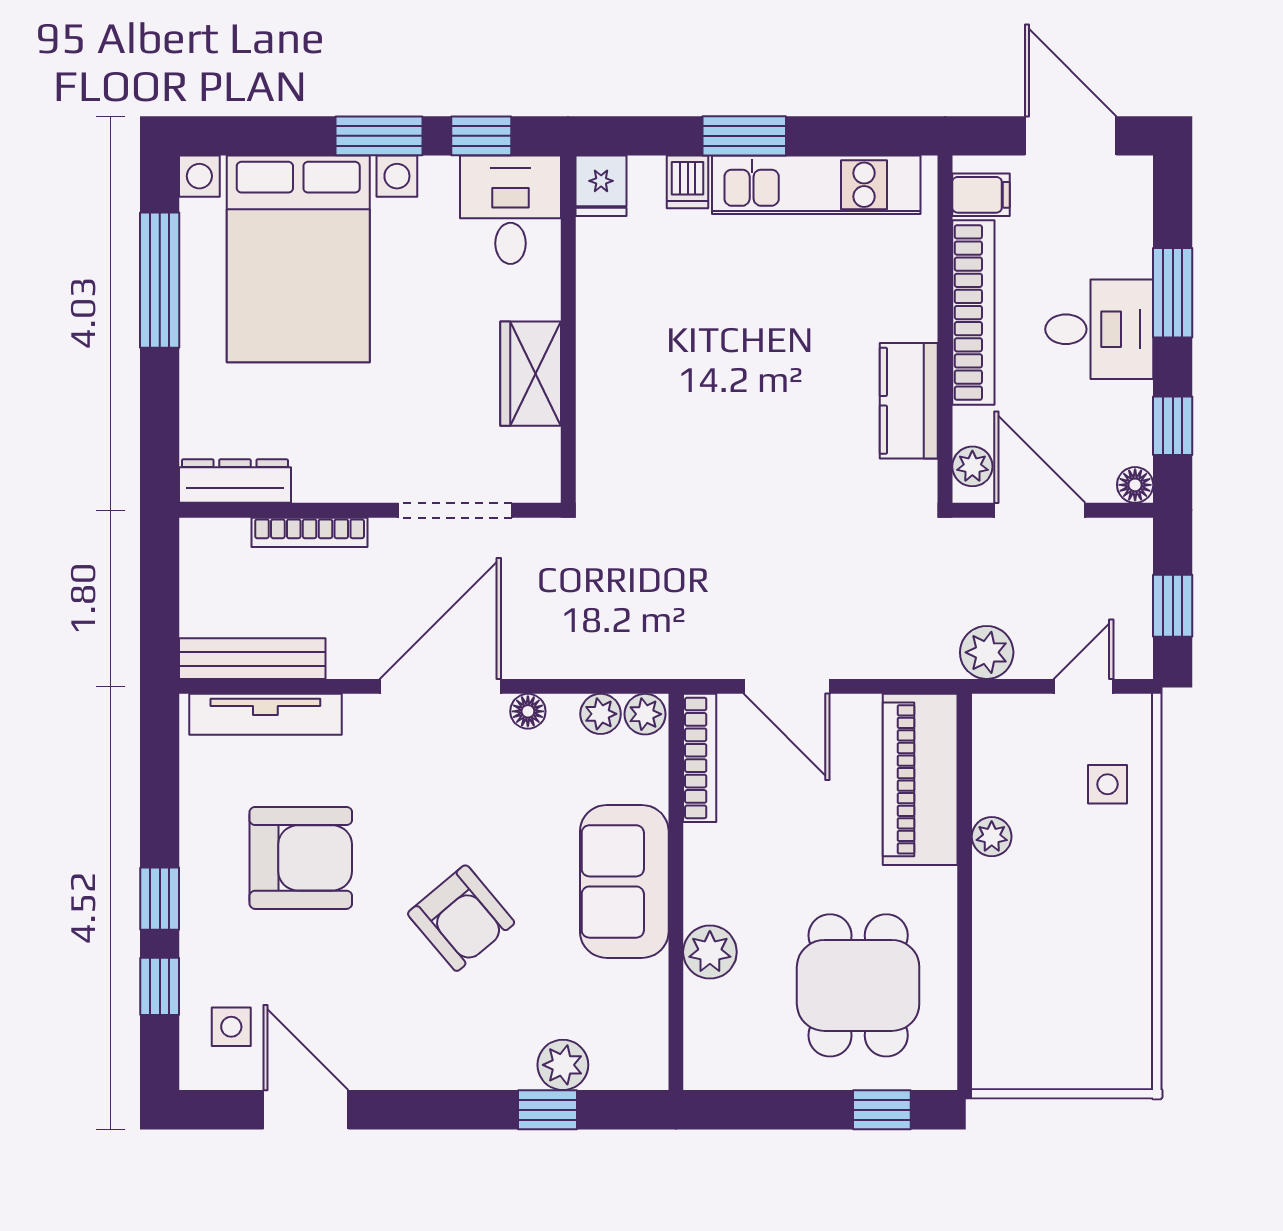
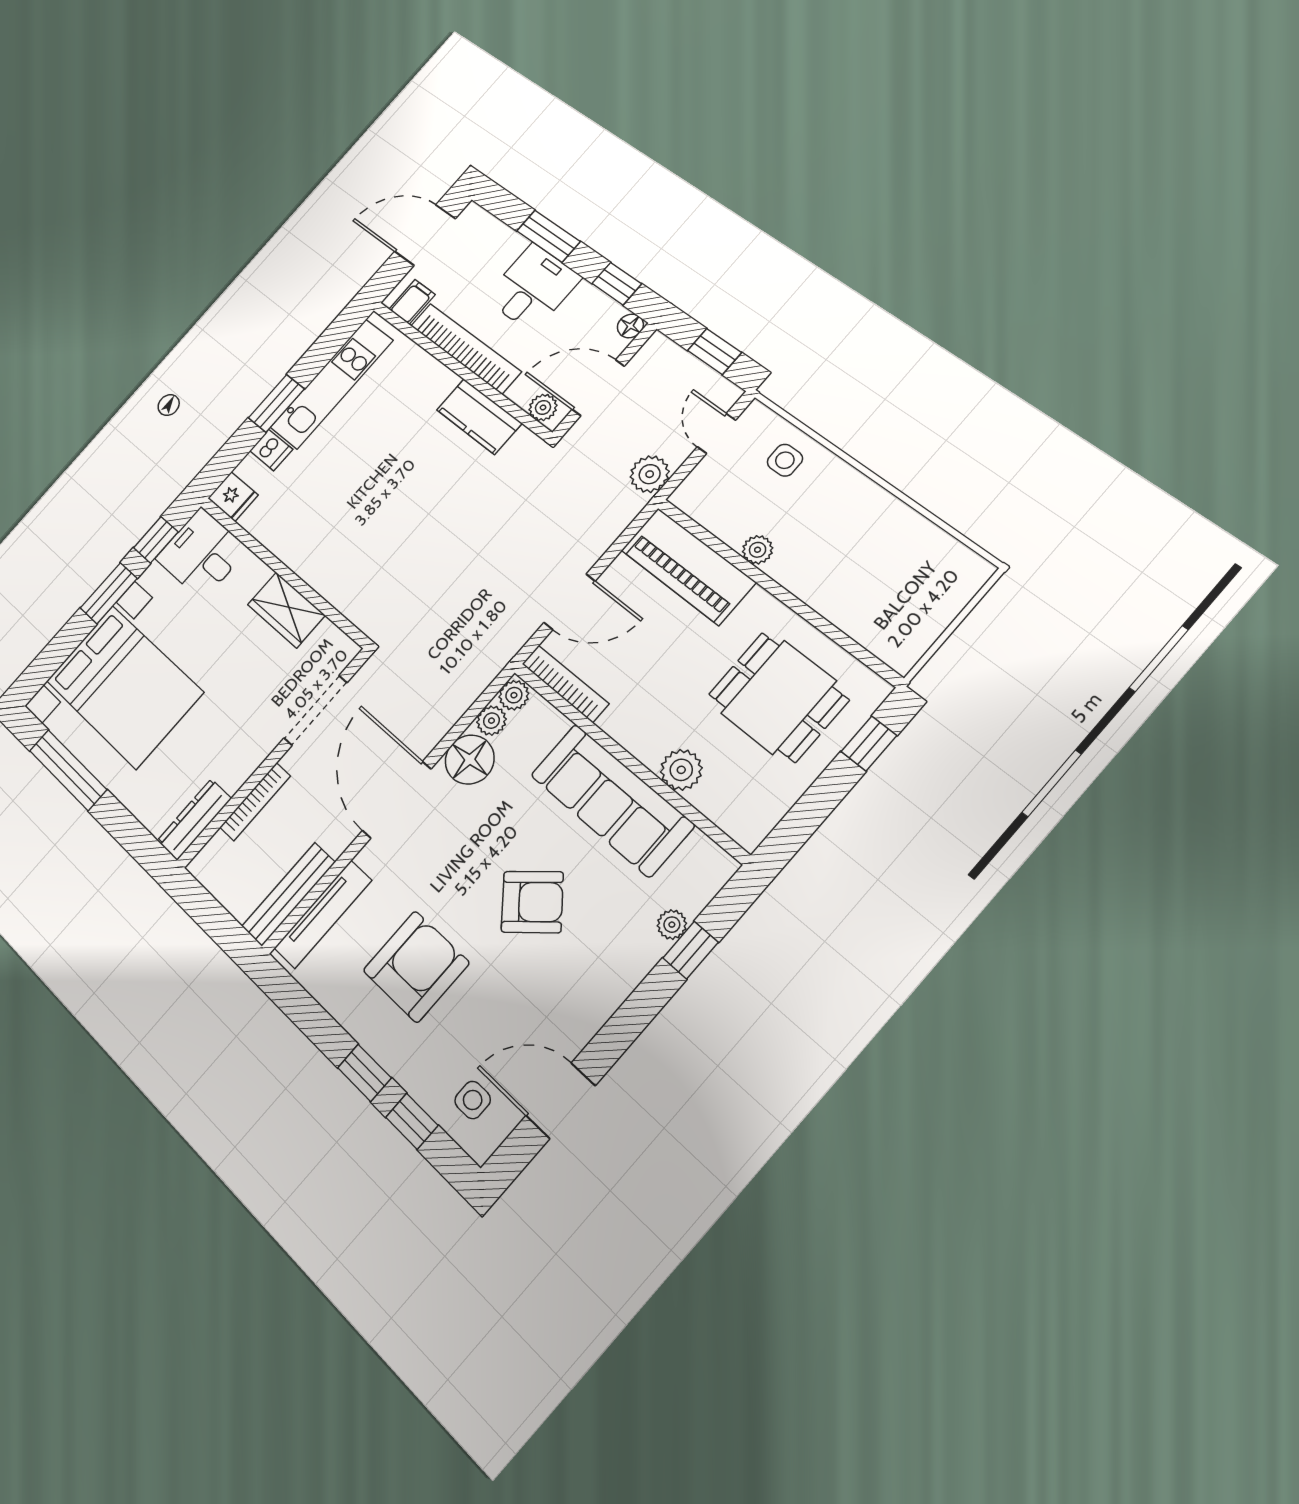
floor lamp: (528, 711) -> (470, 760), width x1.89, depth x1.89
sofa: (624, 881) -> (612, 800), width x1.36
plant: (563, 1065) -> (672, 925), width x0.73, depth x0.73

